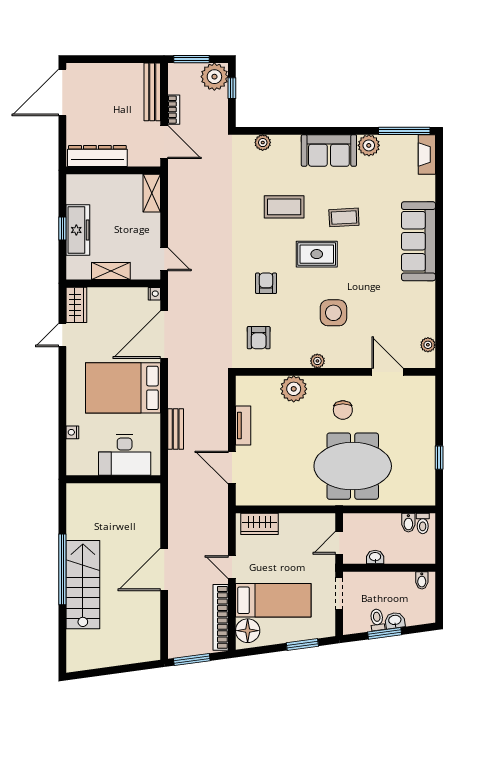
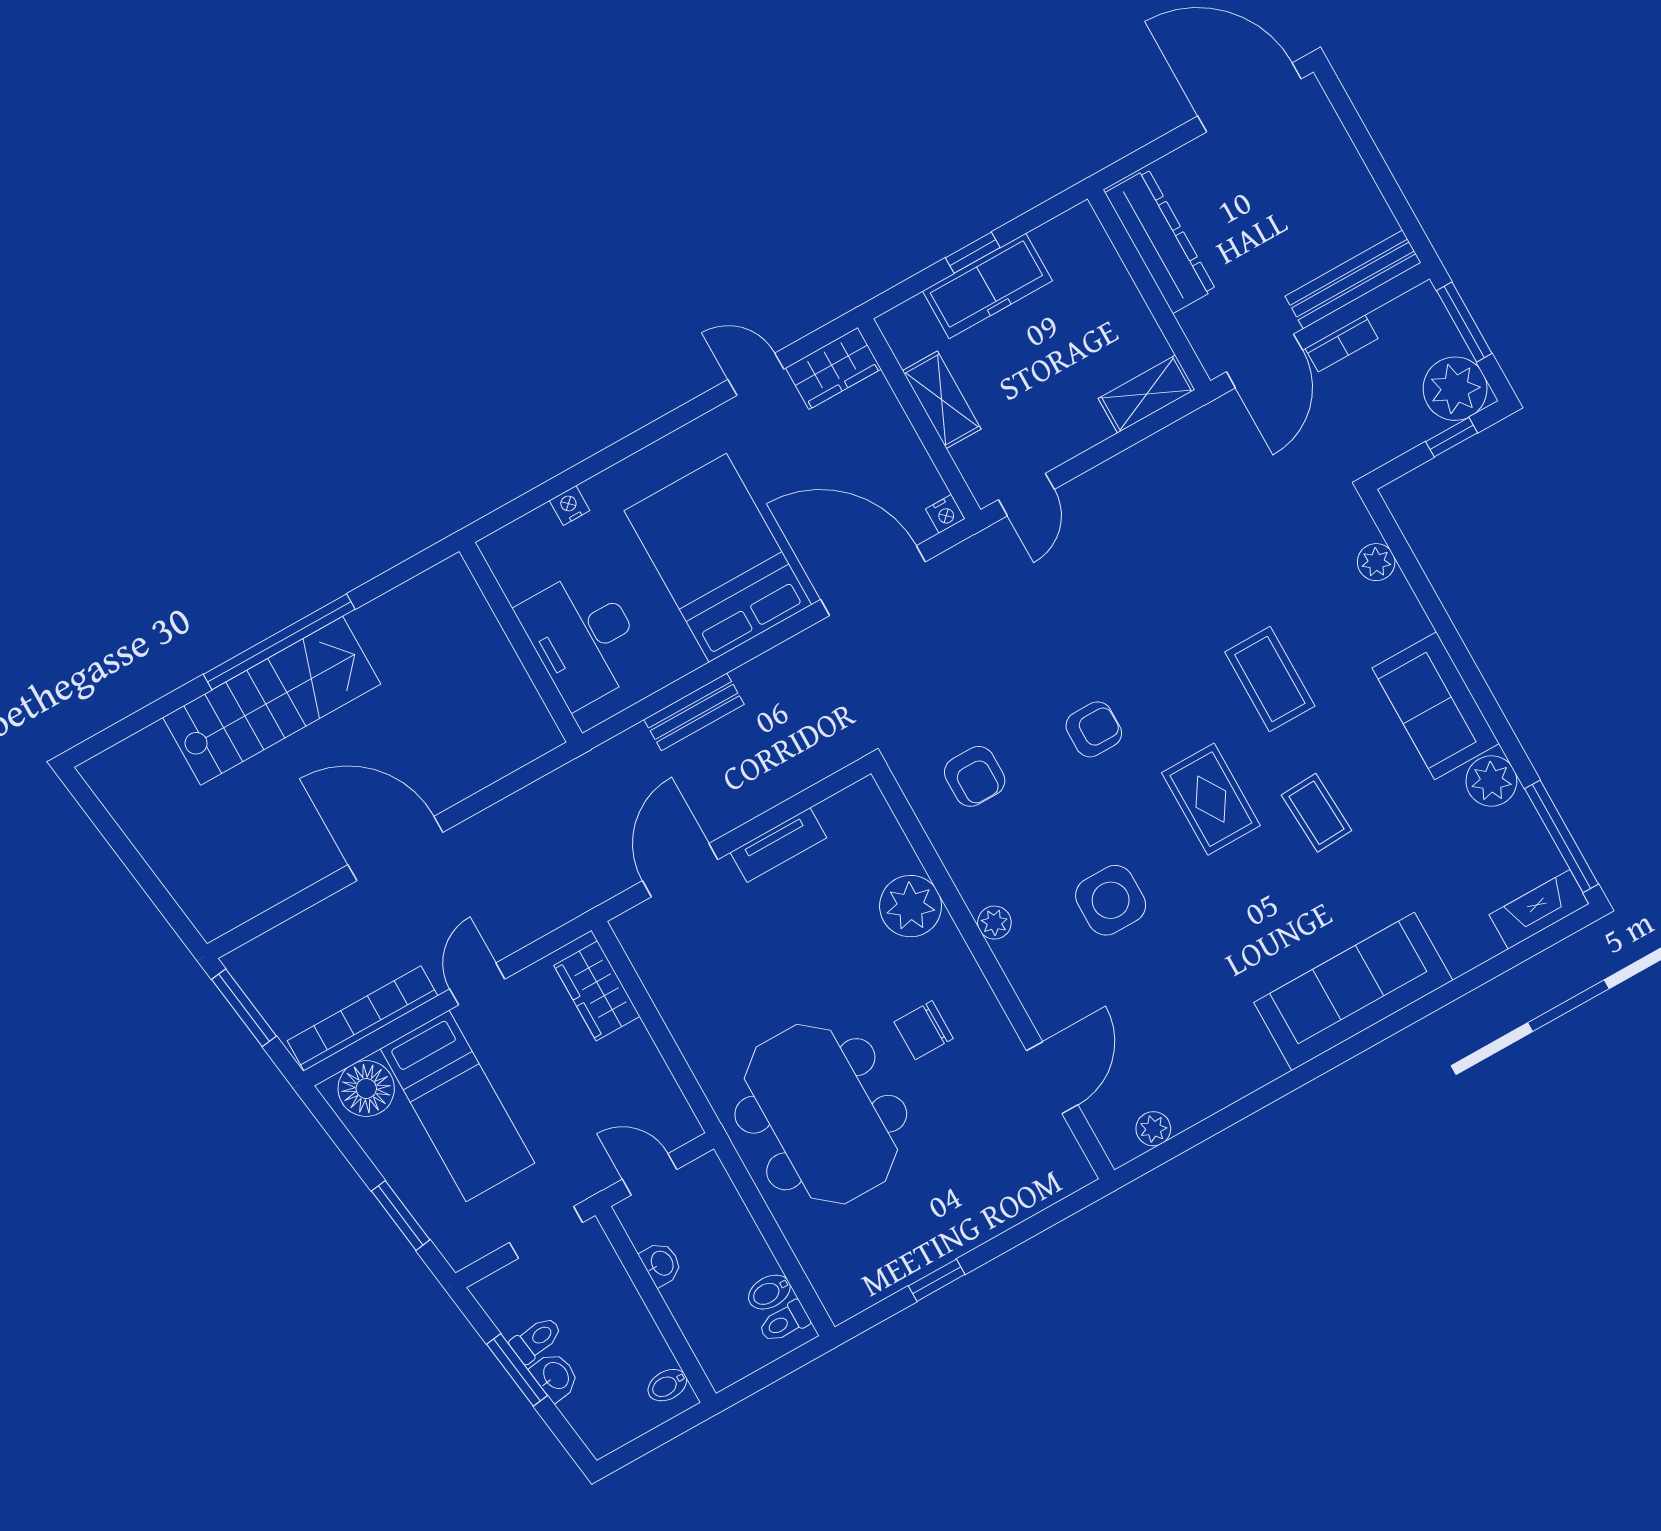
armchair: (259, 338) -> (975, 776), turned -90

